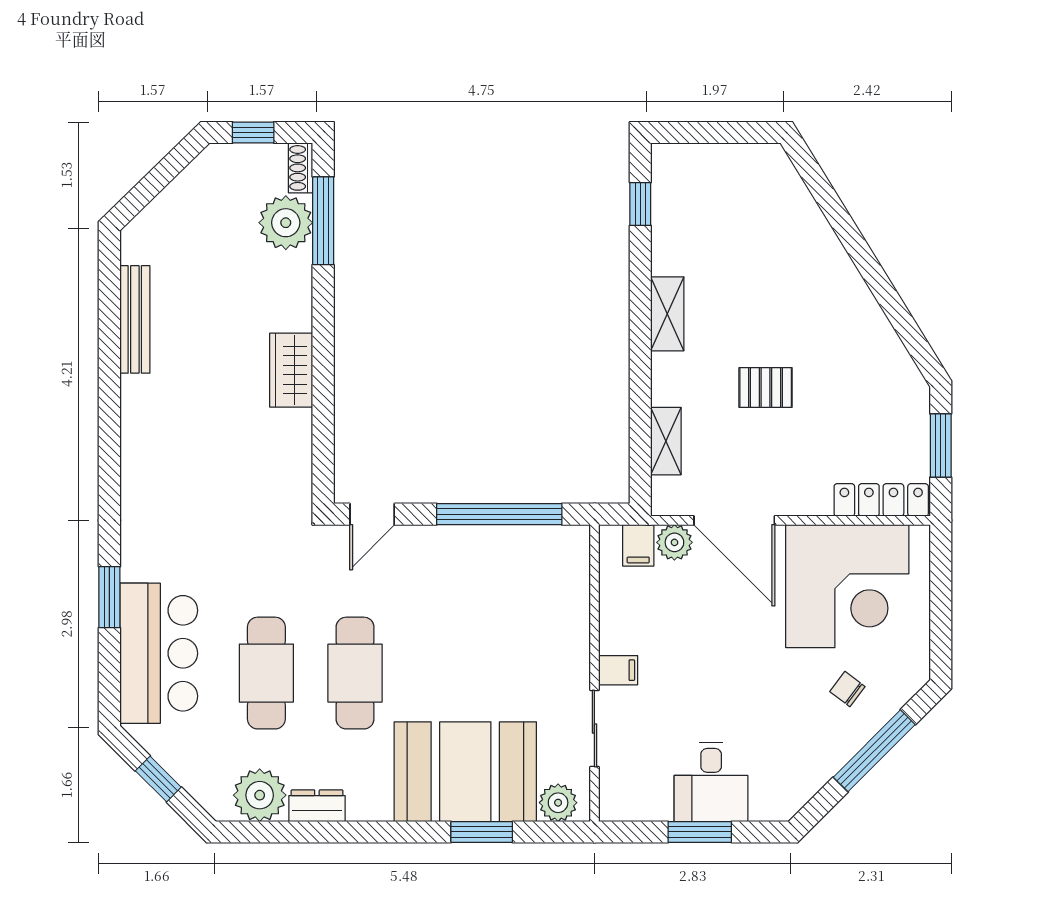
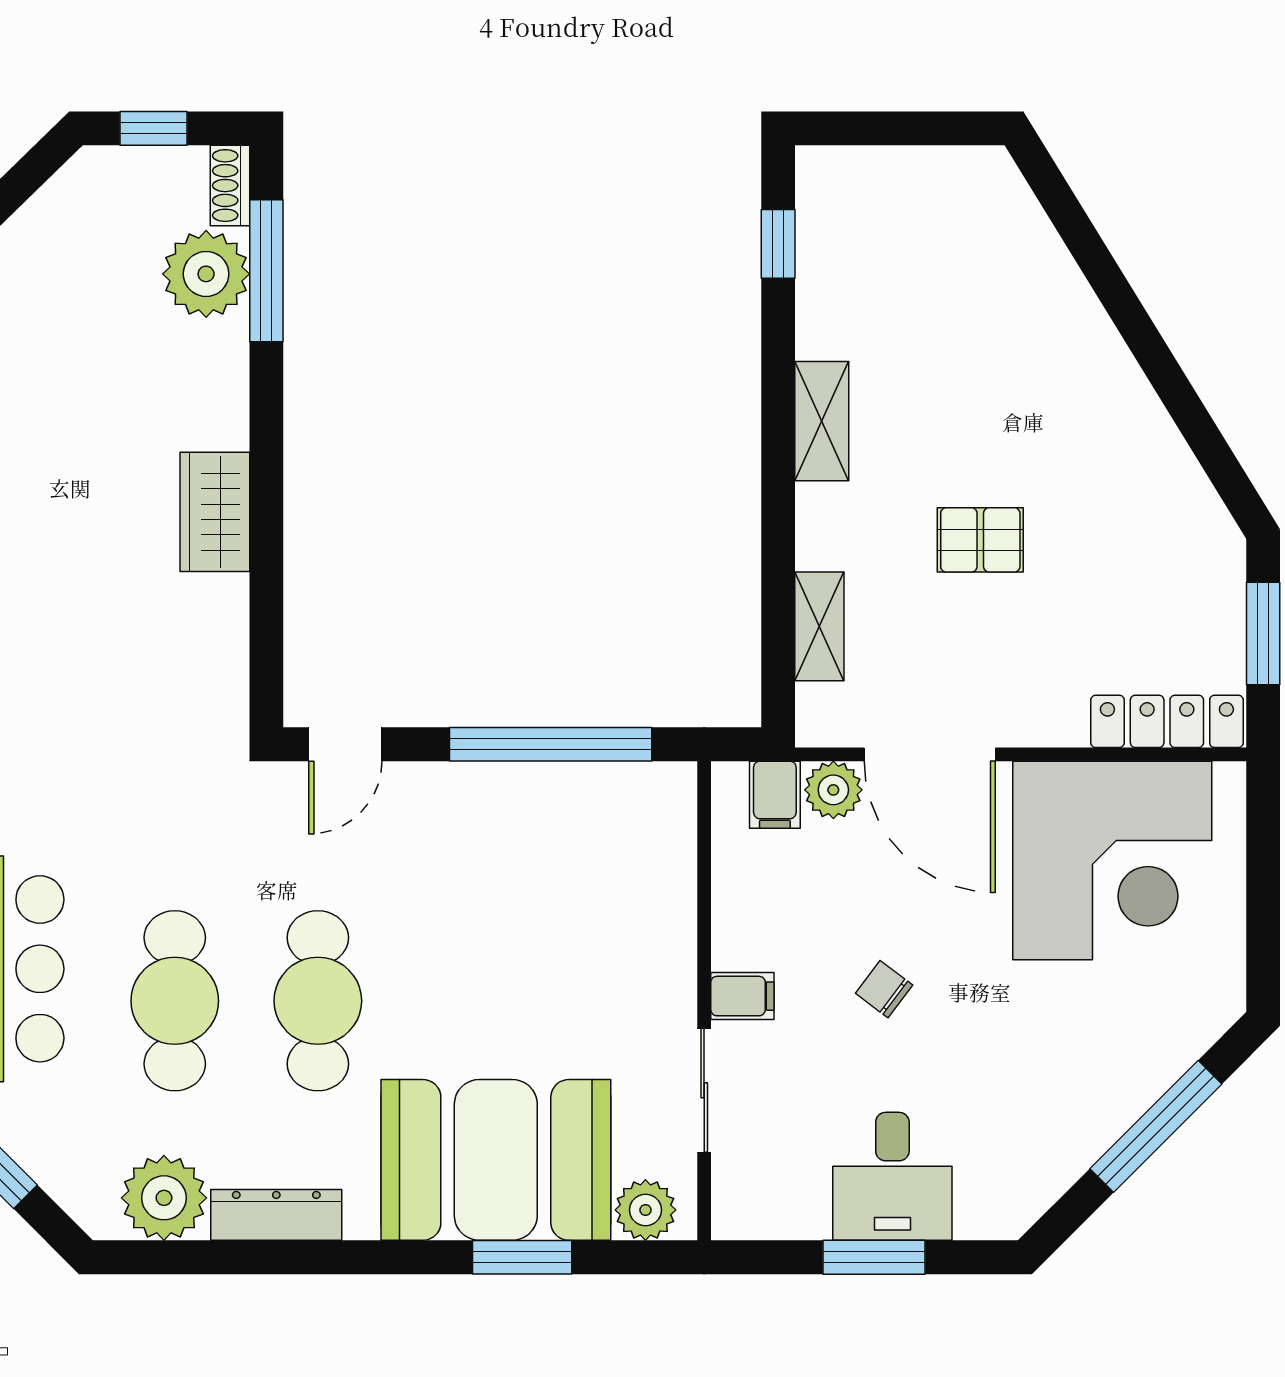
chair: (847, 689) -> (884, 989), moved
dresser: (317, 806) -> (276, 1215), width x1.44

